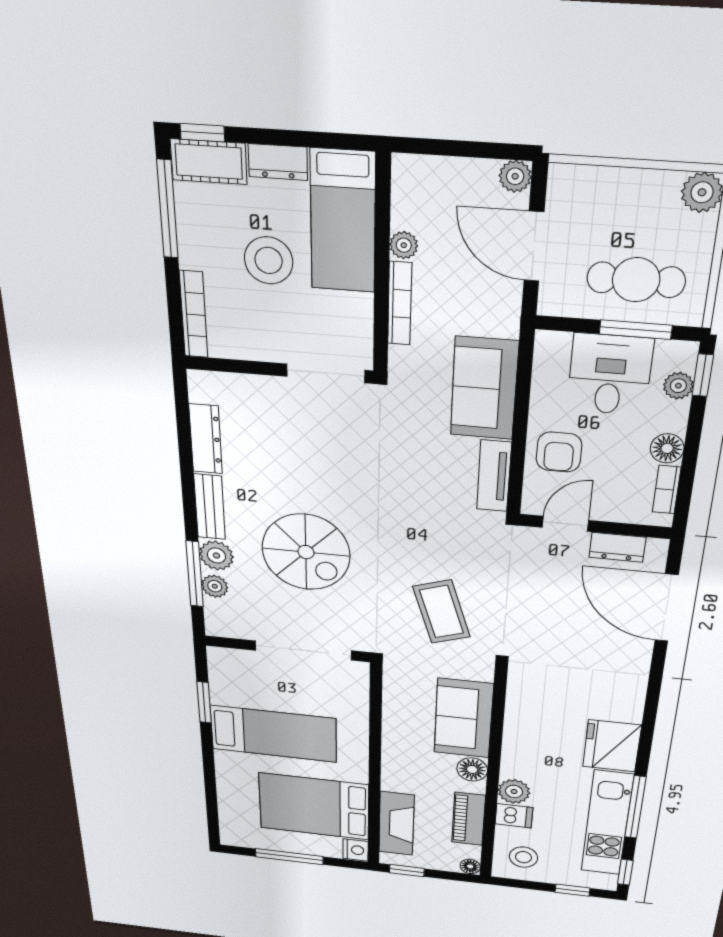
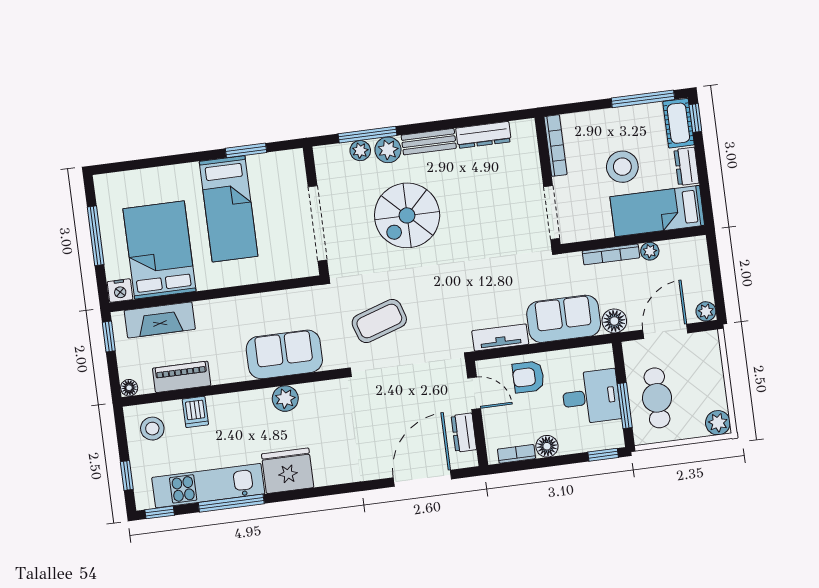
bookcase: (194, 314) -> (556, 146), moved, turned -90
plant: (678, 386) -> (593, 442), removed
floor lamp: (472, 769) -> (614, 321), moved
plant: (514, 791) -> (285, 399), moved

